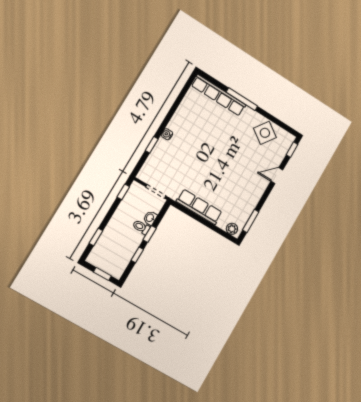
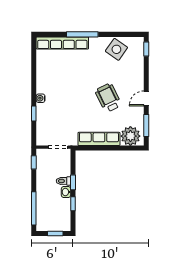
wheelchair: (231, 173) -> (108, 98), added
door: (277, 176) -> (146, 98), moved
washbasin: (150, 218) -> (66, 192), moved
plant: (232, 229) -> (130, 136), width x1.87, depth x1.87
window: (96, 237) -> (34, 208), width x2.17

